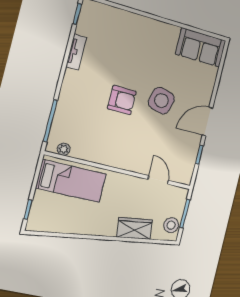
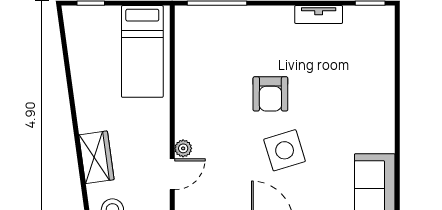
side table: (161, 101) -> (285, 150), turned -31
plant: (64, 149) -> (183, 148), moved

